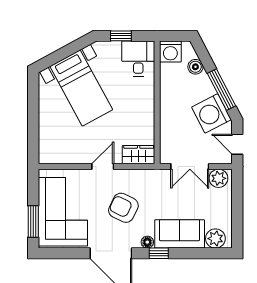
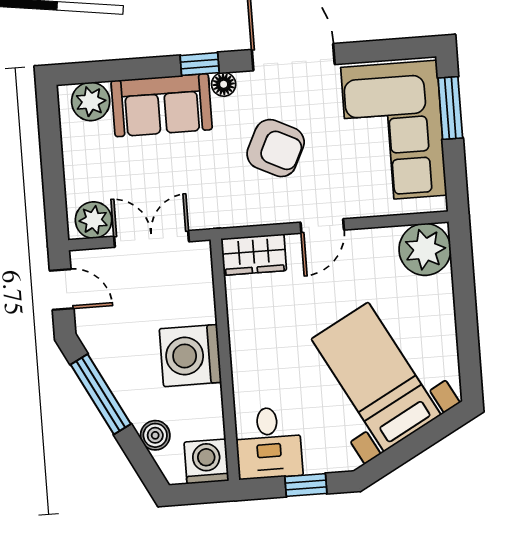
washing machine: (211, 113) -> (190, 356), moved, turned -153
plant: (52, 151) -> (425, 249), added

